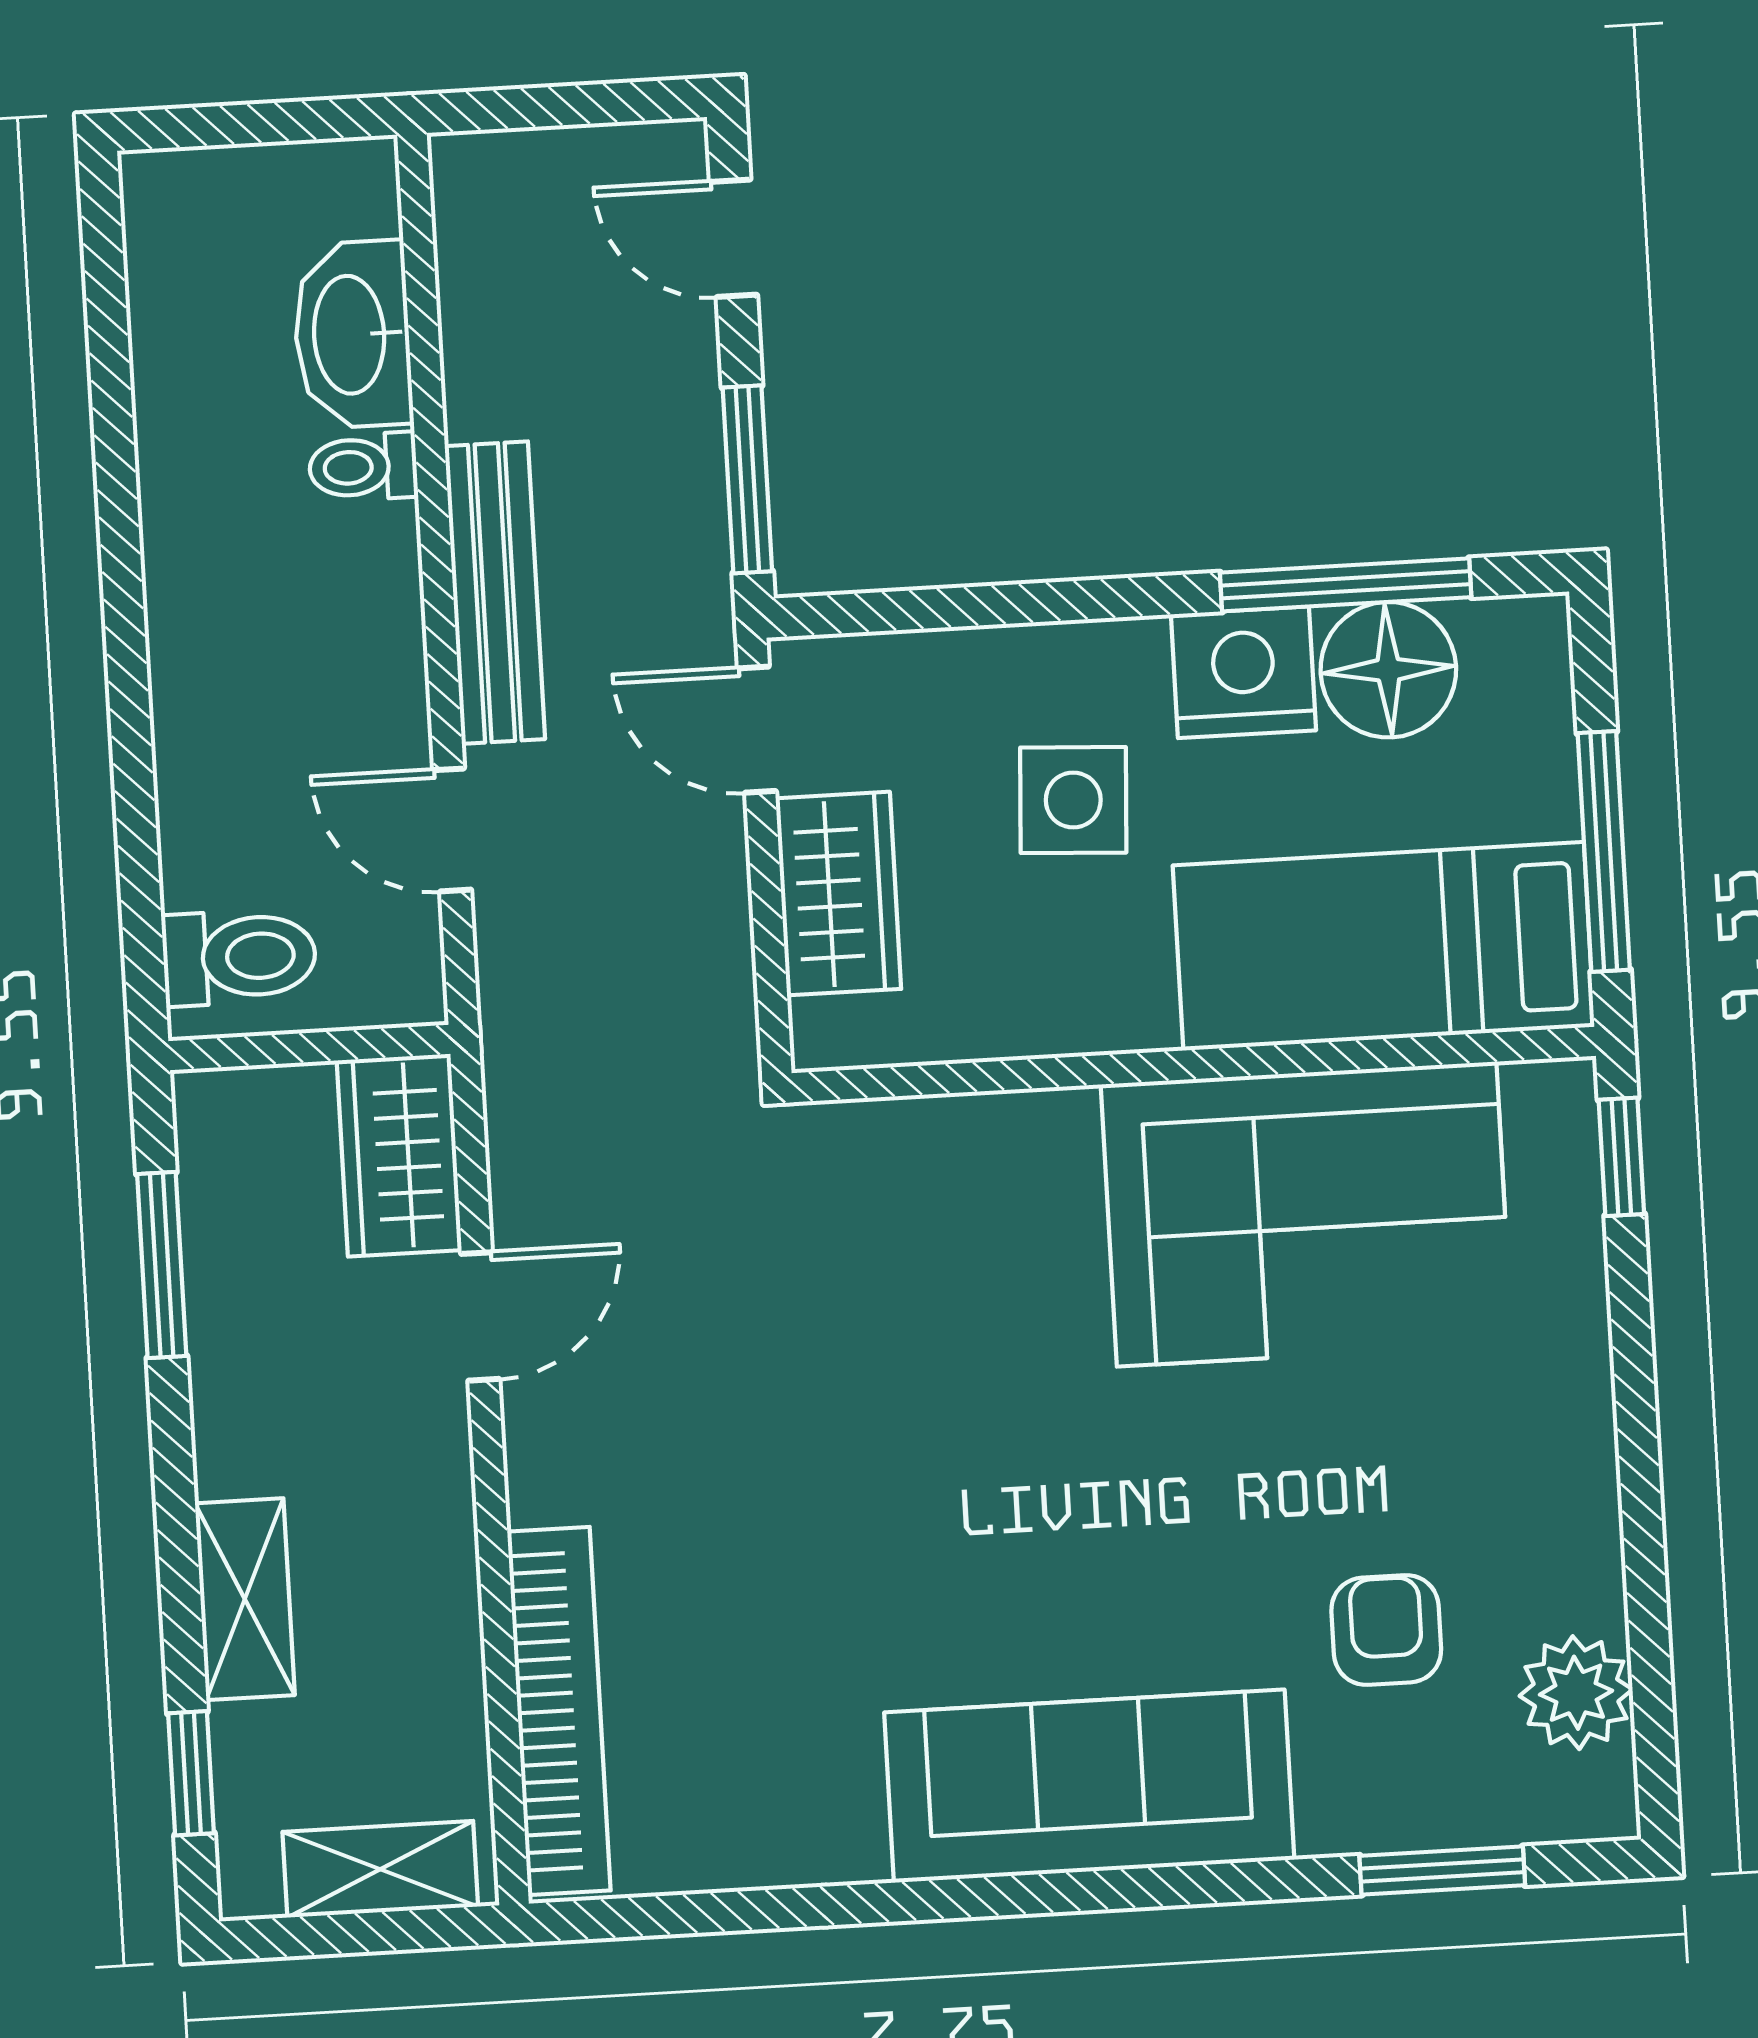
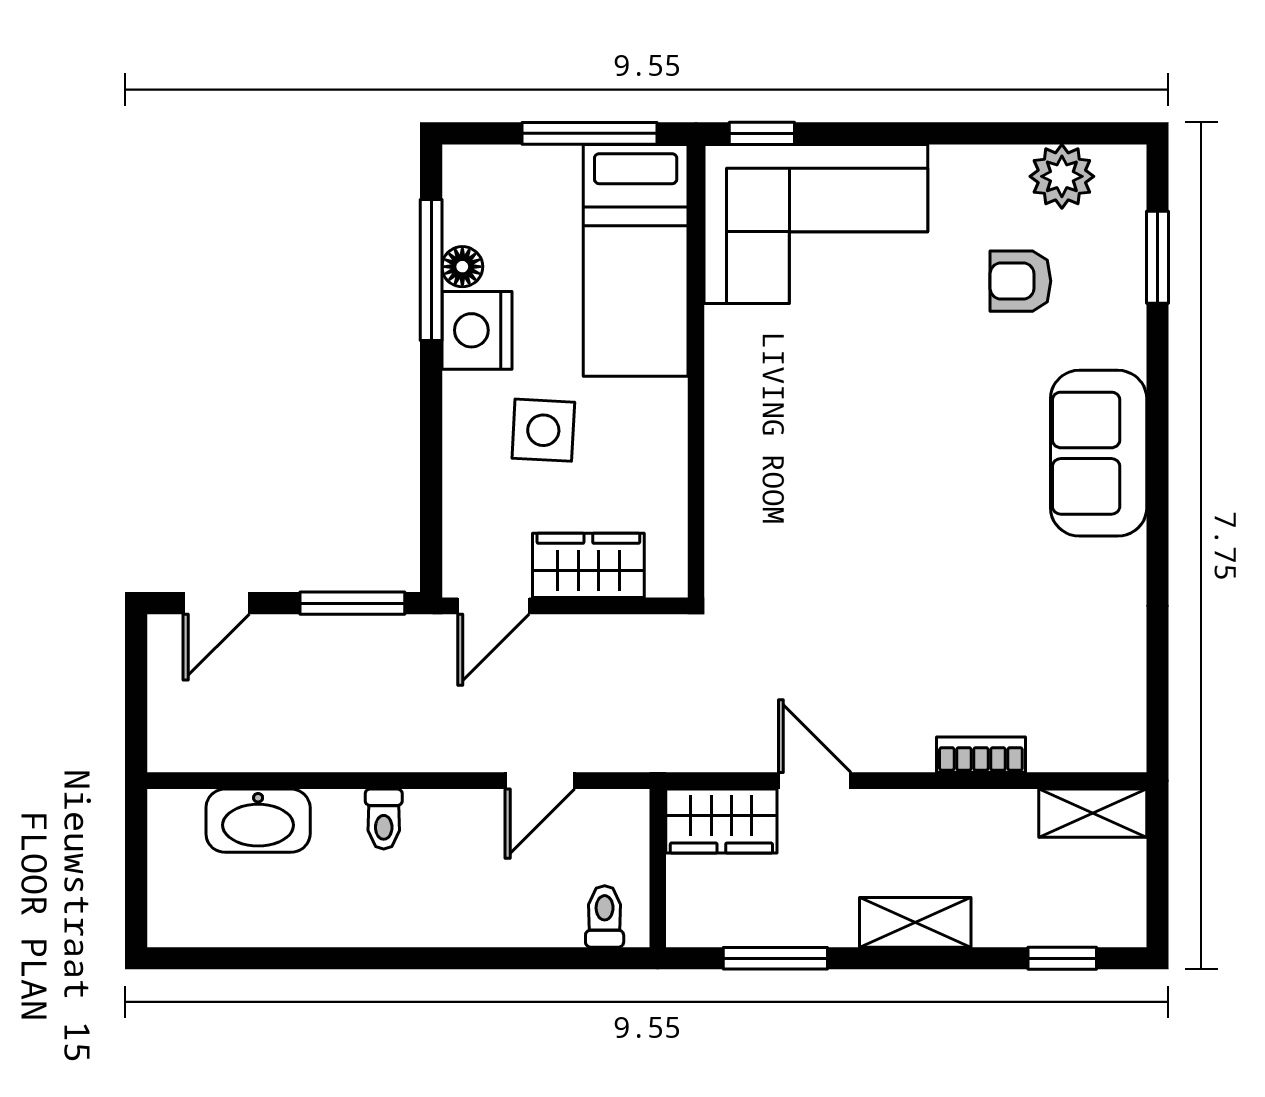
toilet: (363, 467) -> (384, 819), moved
bench: (495, 593) -> (408, 749), removed
floor lamp: (1388, 670) -> (462, 267), width x0.53, depth x0.53
toilet: (239, 957) -> (605, 916), width x0.73, depth x0.72
corner sofa: (1307, 1214) -> (816, 224), moved, turned 90
shelving: (245, 1599) -> (915, 922), moved
bookcase: (559, 1711) -> (981, 755), width x0.43, depth x0.76
sofa: (1089, 1786) -> (1099, 453), width x0.73
shelving: (380, 1869) -> (1093, 813), moved, turned 90

